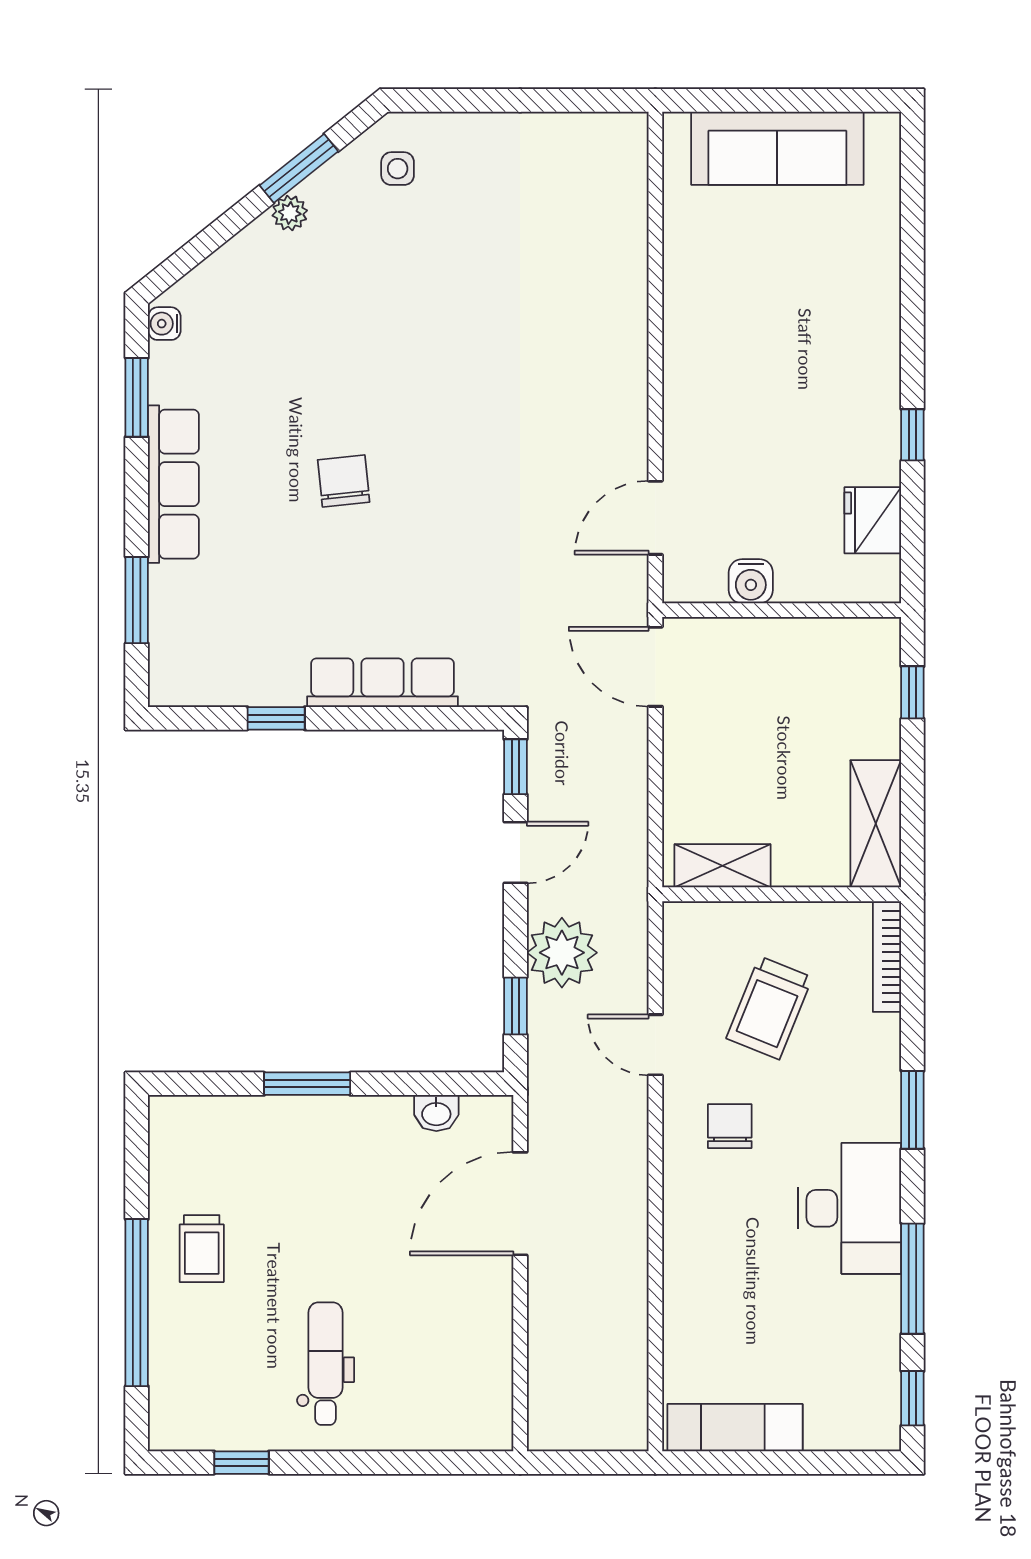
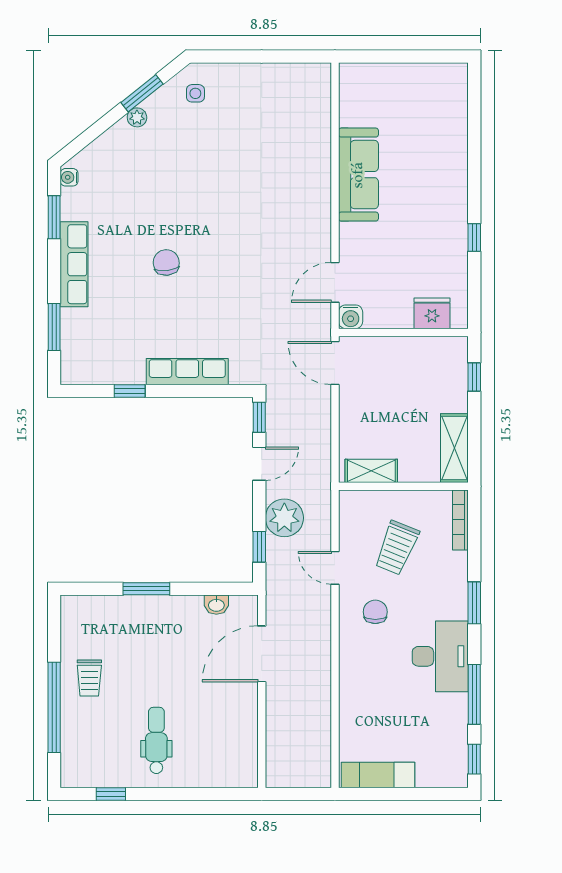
sofa: (777, 148) -> (358, 175), moved, turned -90
fridge: (873, 520) -> (432, 313), moved, turned 90
water cooler: (751, 581) -> (351, 317), moved

